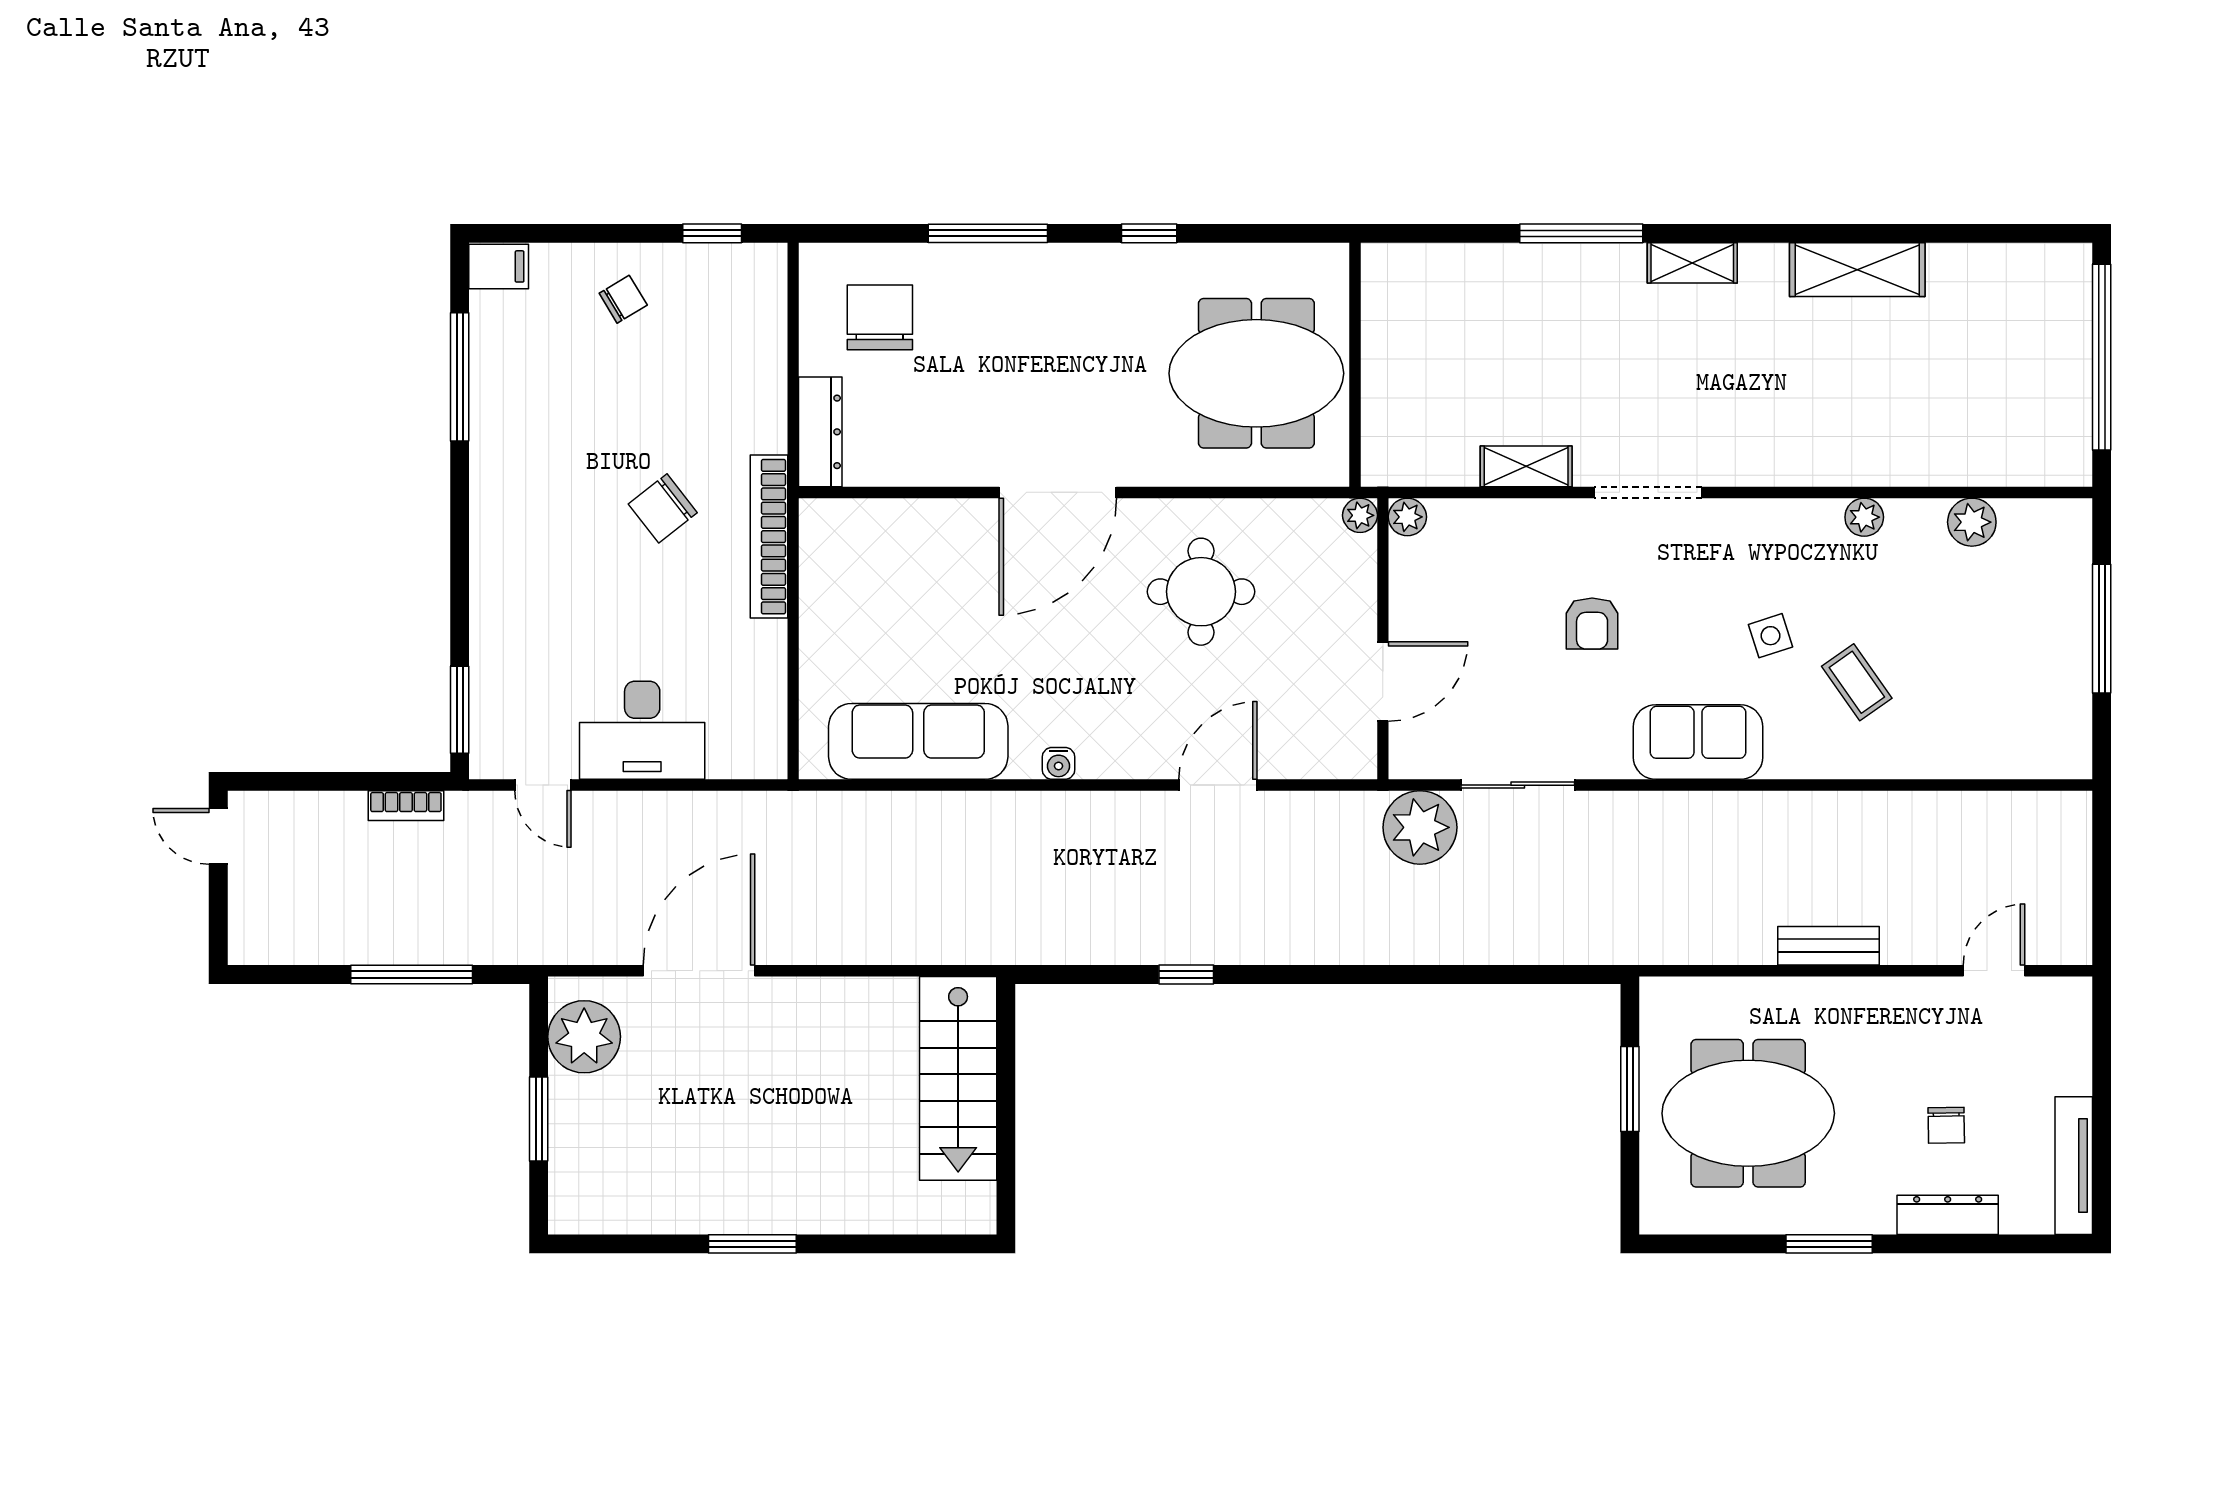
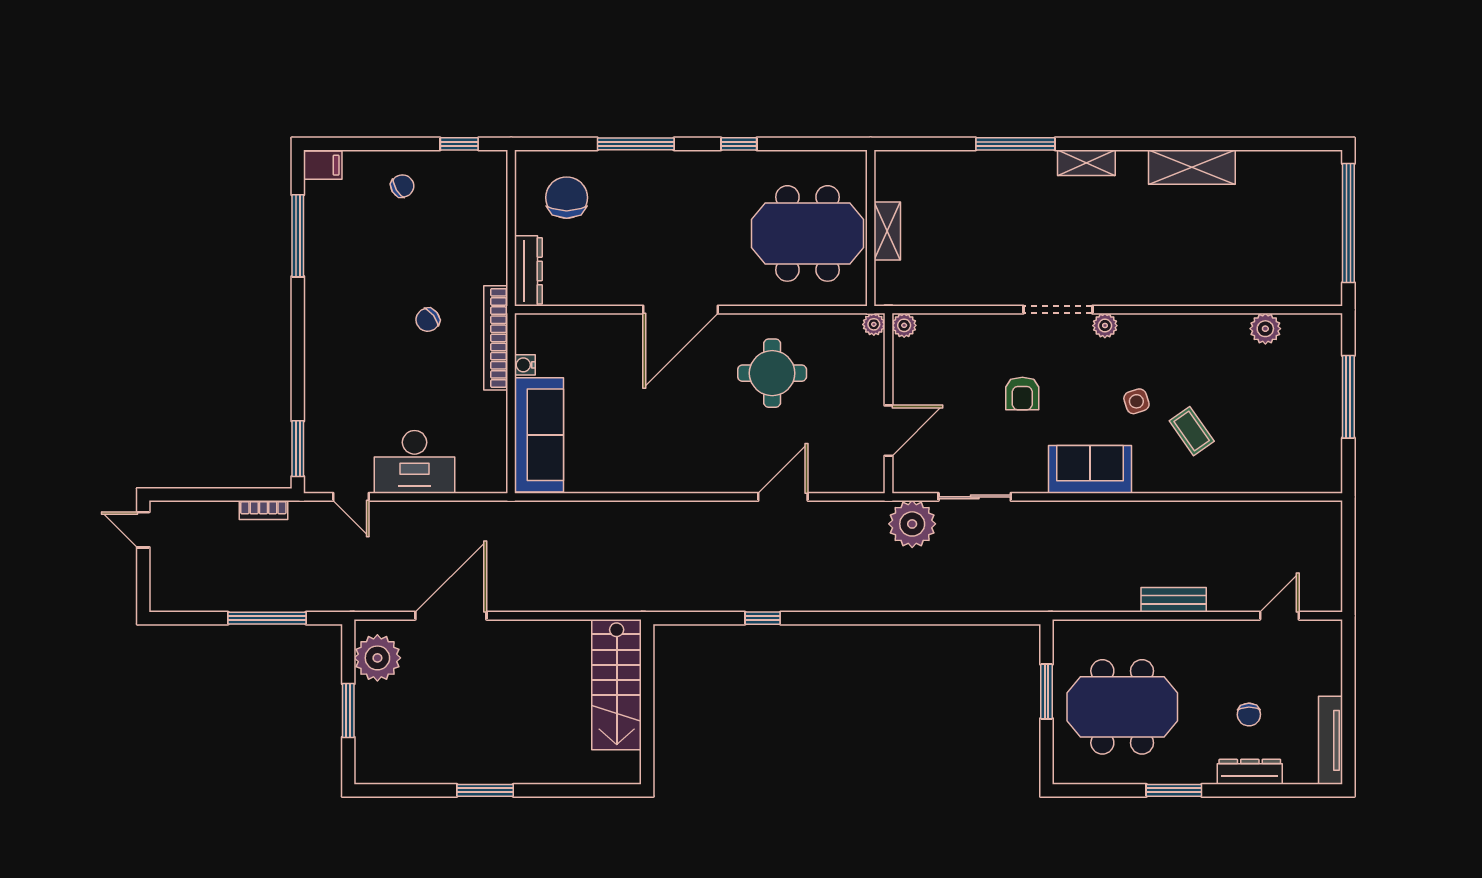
shelving: (1526, 466) -> (887, 231), moved, turned 90
chair: (663, 508) -> (428, 320), width x0.73, depth x0.73
plant: (1864, 517) -> (1105, 326), moved
sofa: (918, 741) -> (539, 435), moved, turned 90
water cooler: (1059, 763) -> (525, 365), moved, turned 90

